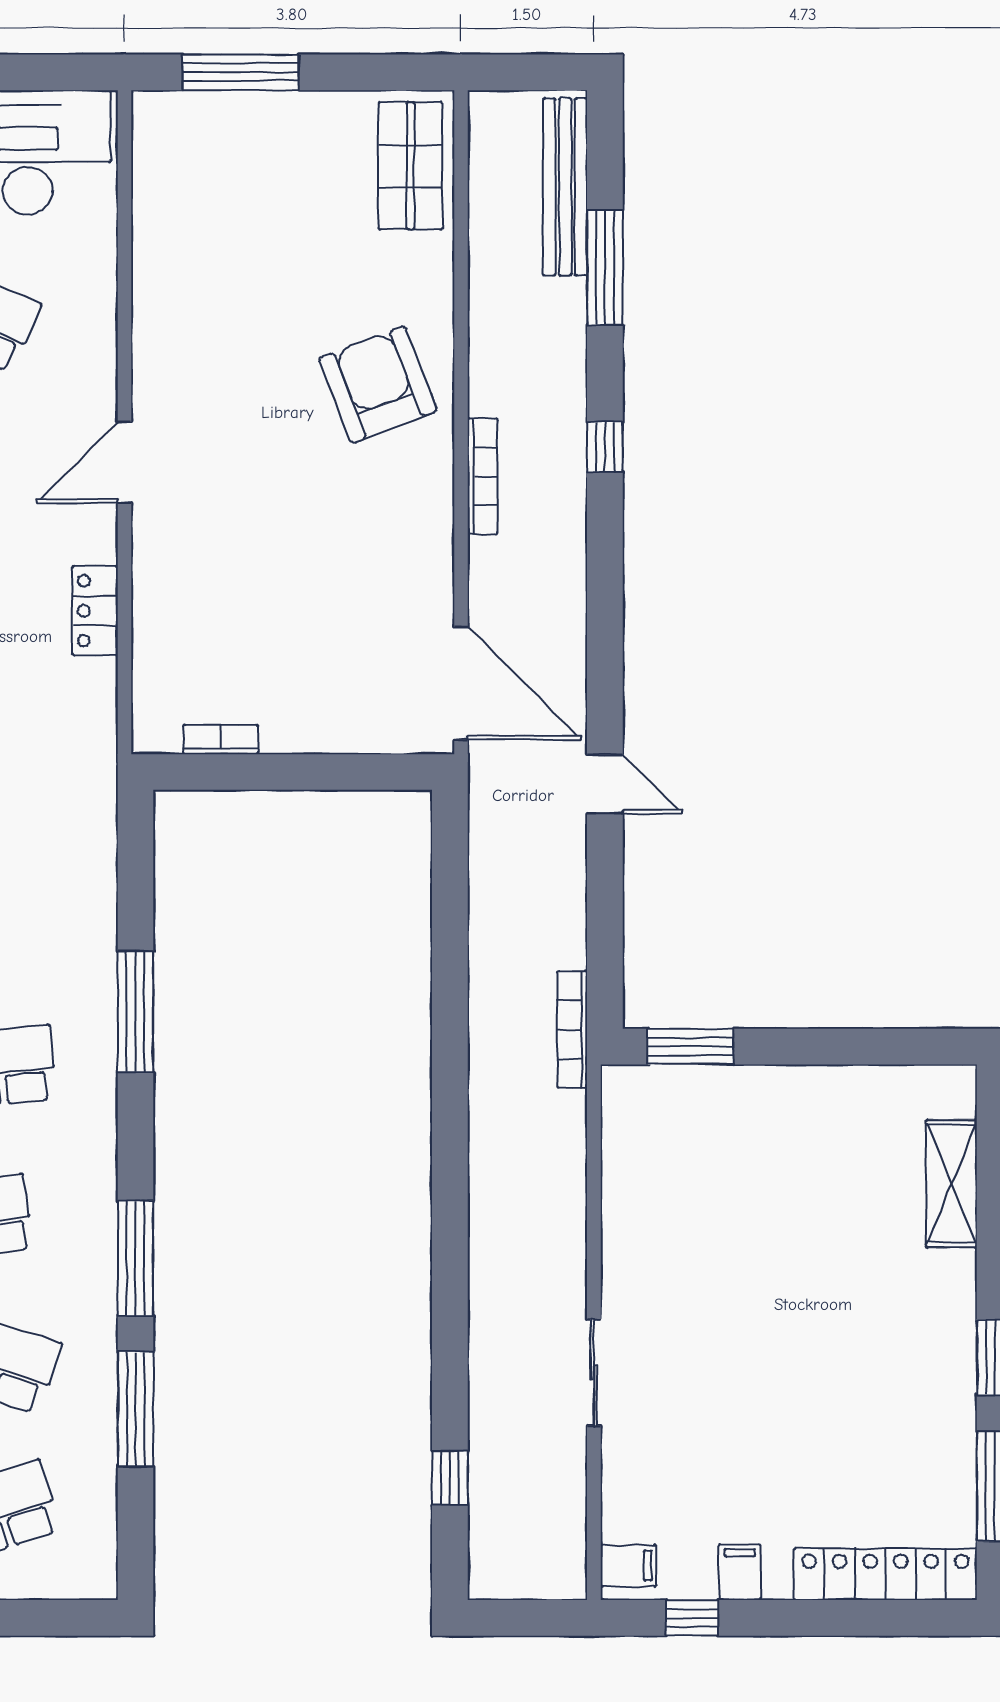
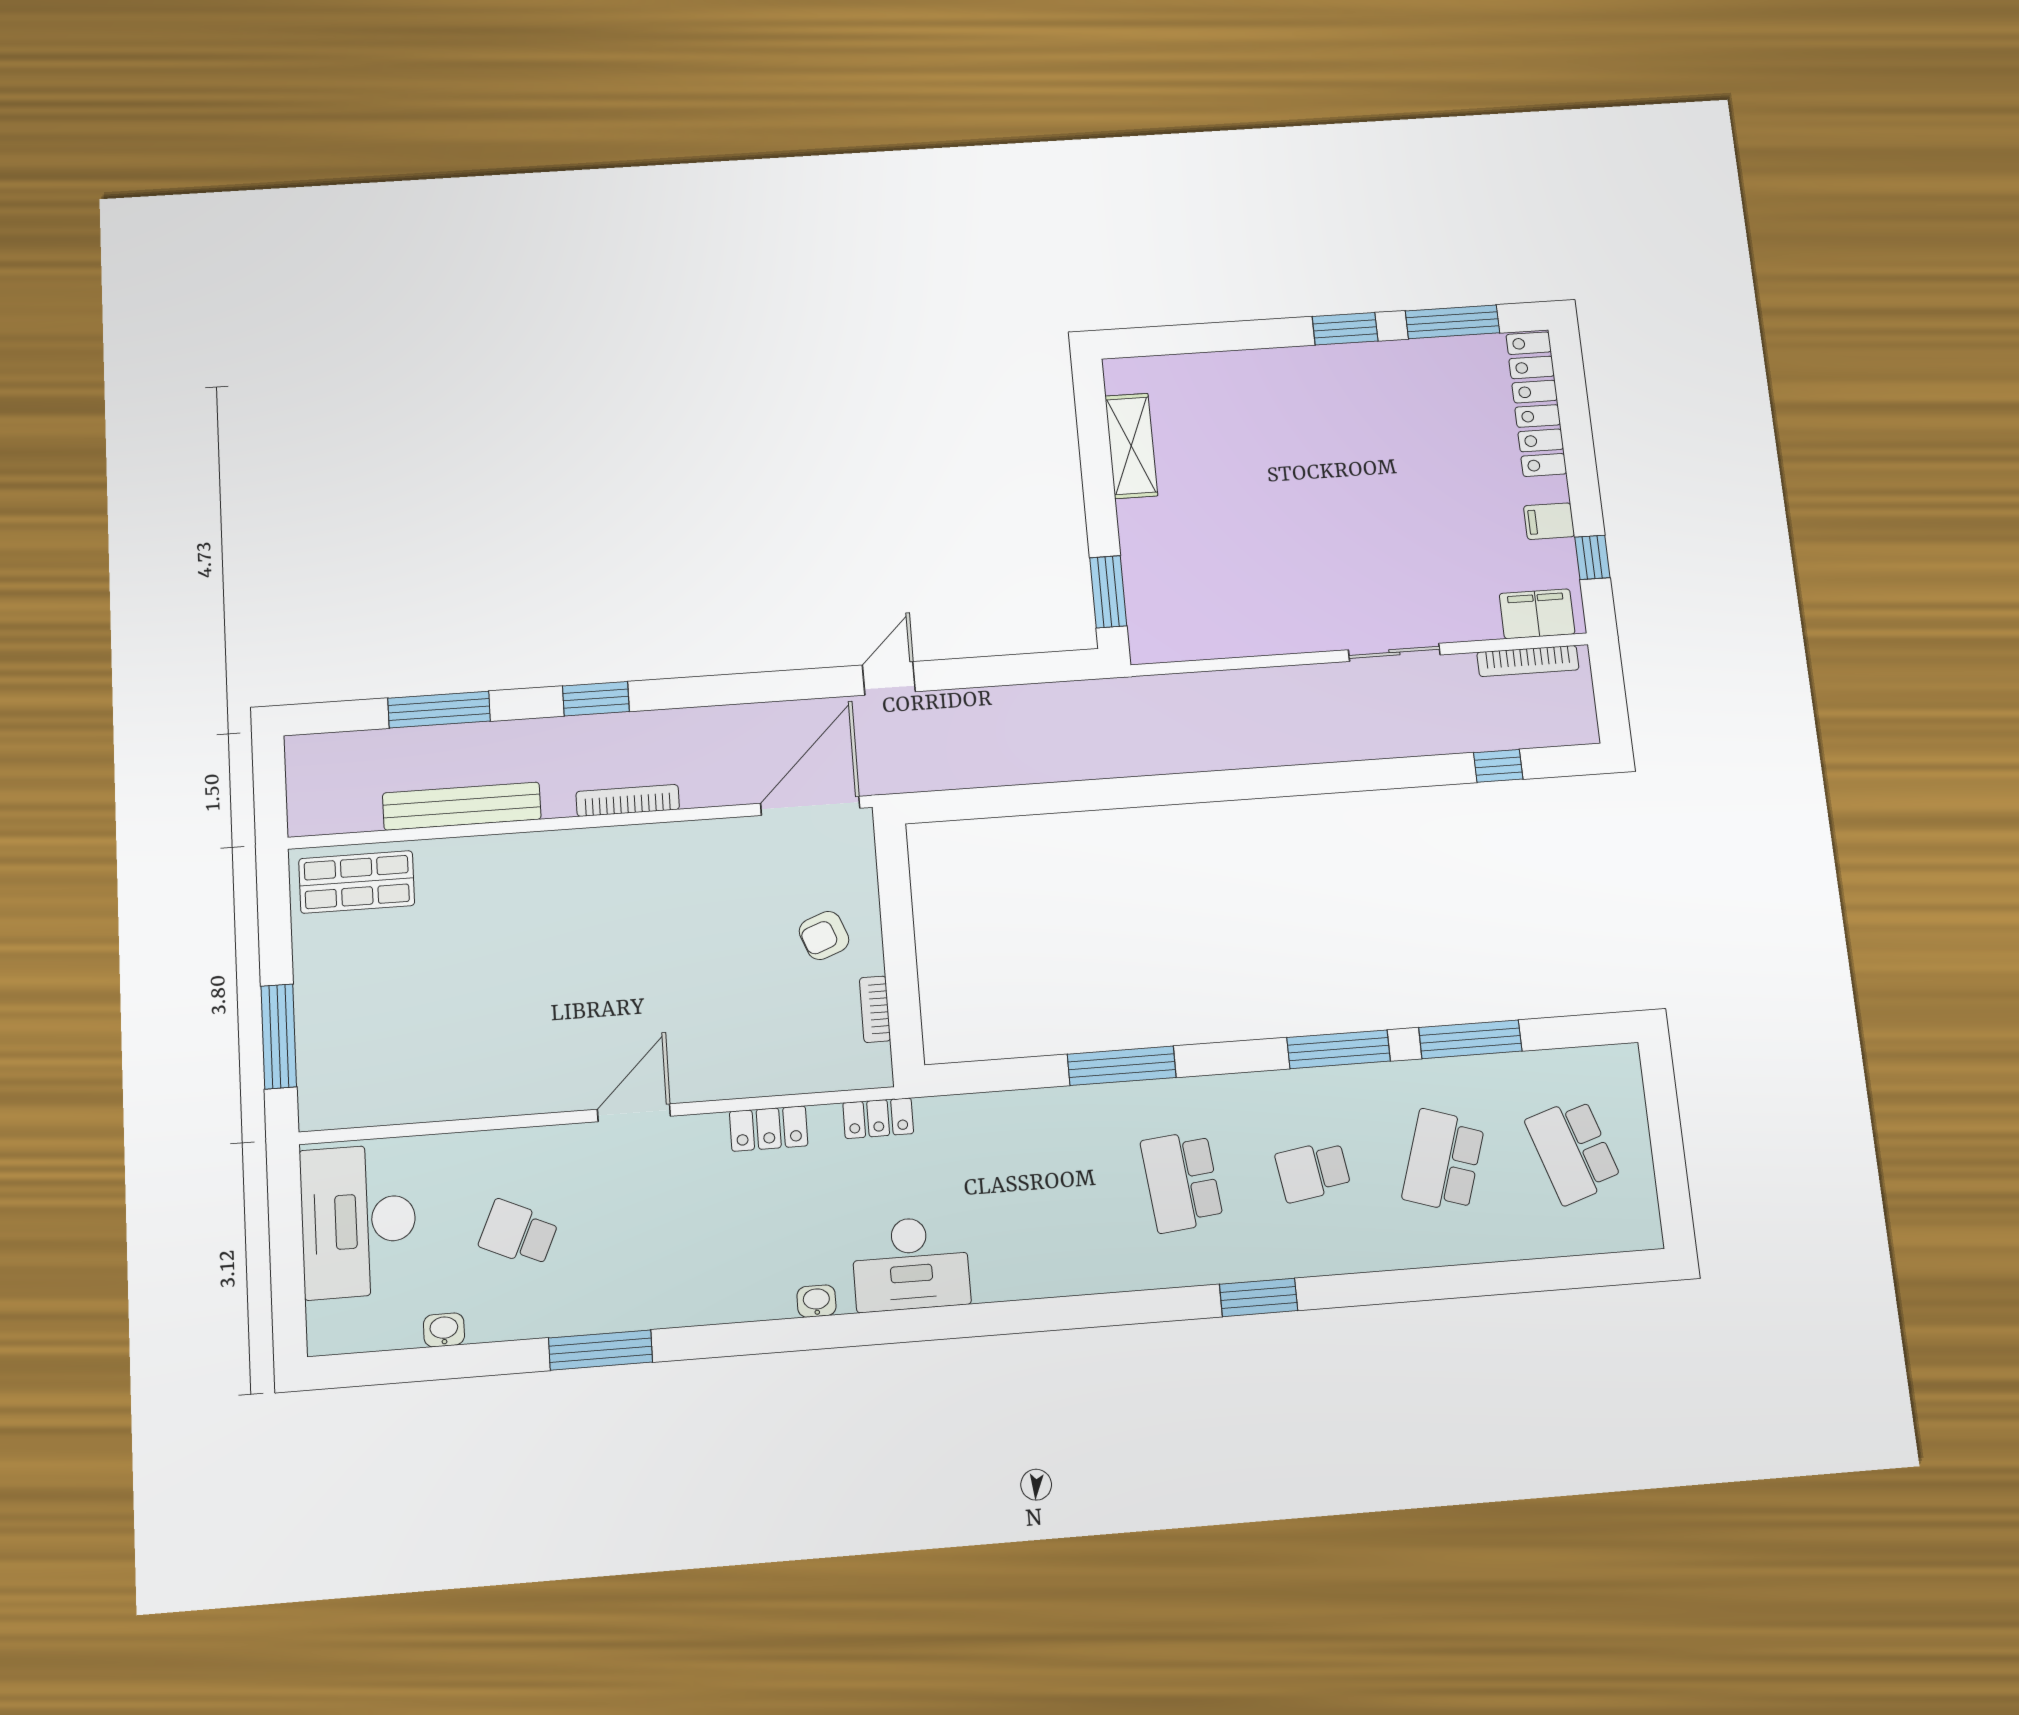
bench: (565, 187) -> (462, 806), moved
armchair: (378, 385) -> (824, 935), moved, width x0.53, depth x0.53
window: (605, 447) -> (596, 699), width x1.50
door: (124, 462) -> (634, 1113), swing flipped
locker: (97, 734) -> (878, 1118), added
bookcase: (572, 1030) -> (1528, 661), moved
shelving: (951, 1184) -> (1131, 446), moved, turned 90
filing cabinet: (628, 1565) -> (1537, 614), width x2.00

